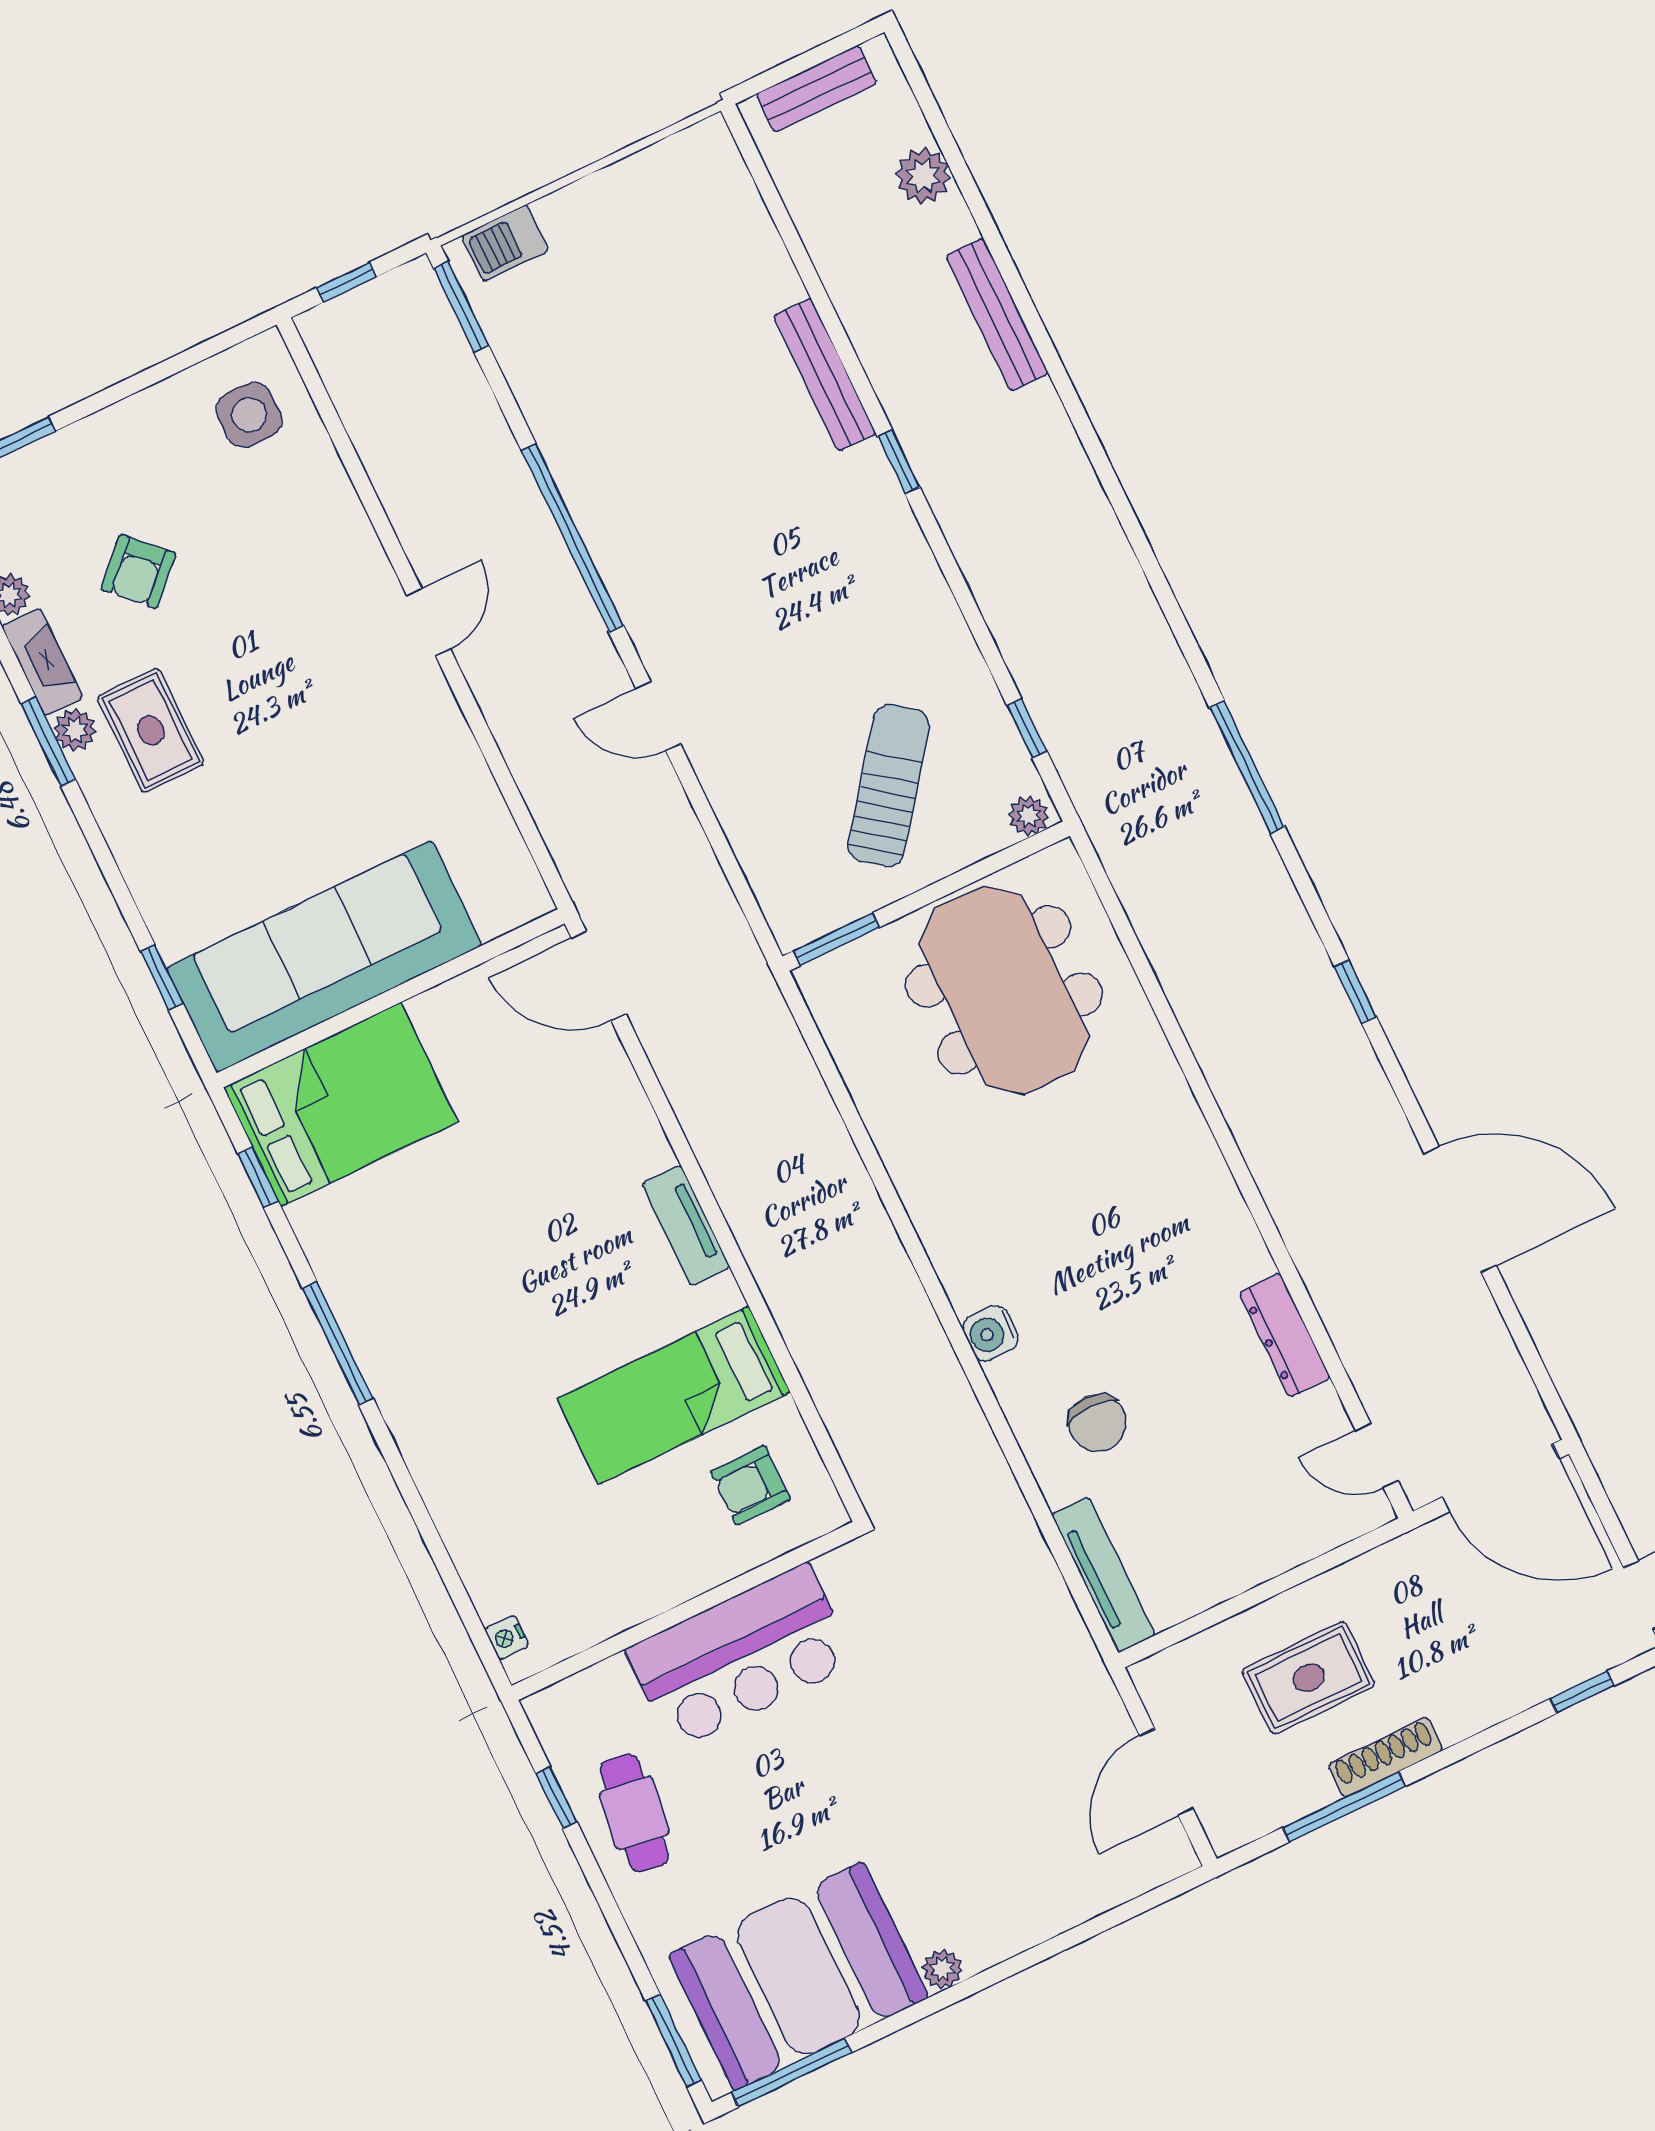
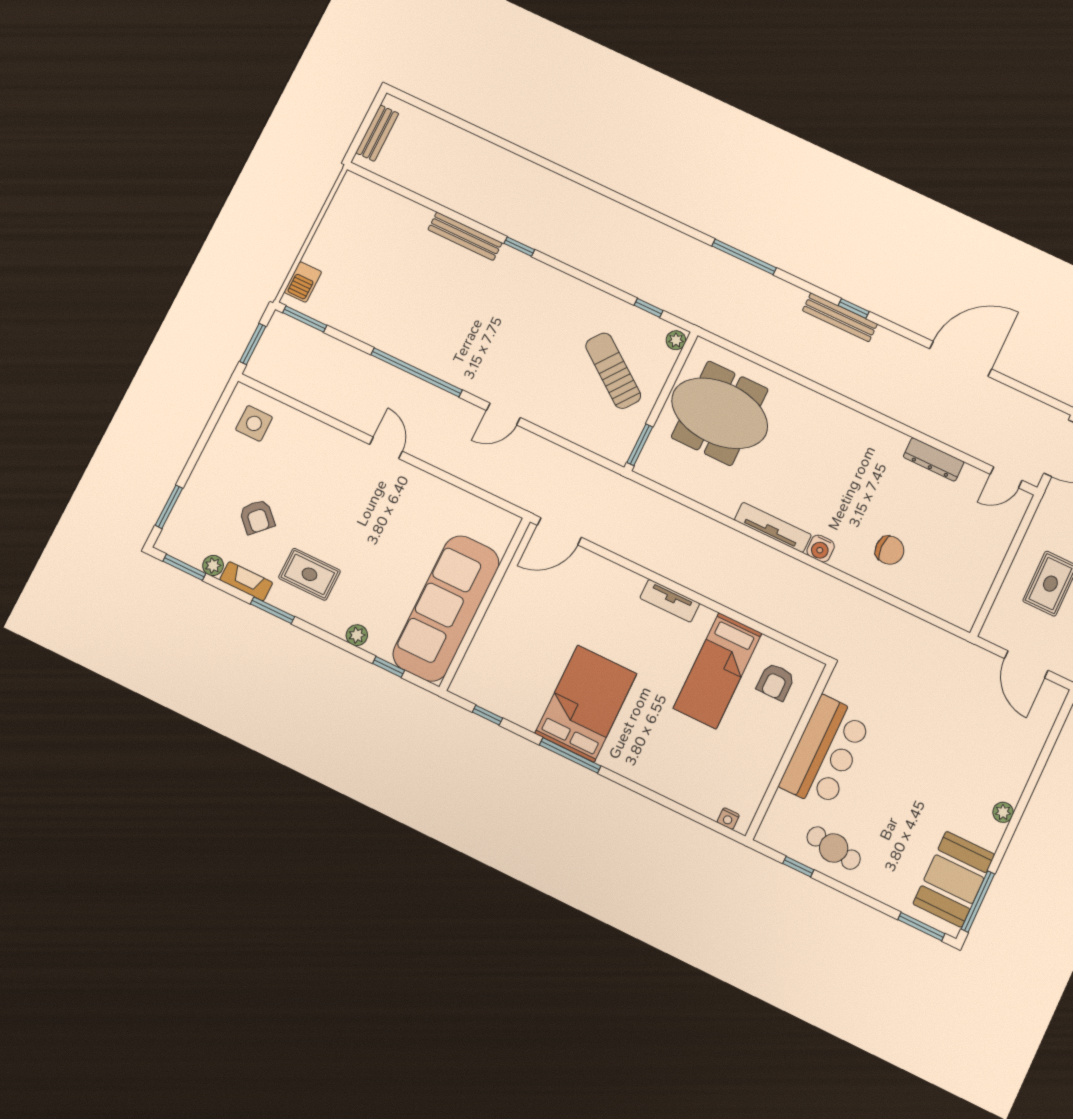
plant: (923, 176) -> (444, 134), removed
window: (346, 282) -> (253, 344), width x1.50
bench: (997, 315) -> (840, 317), moved
plant: (75, 730) -> (357, 635), moved
bed: (341, 1105) -> (586, 704), moved
tv unit: (1103, 1575) -> (773, 527), moved
booth: (798, 1976) -> (954, 879), width x0.73, depth x0.70

